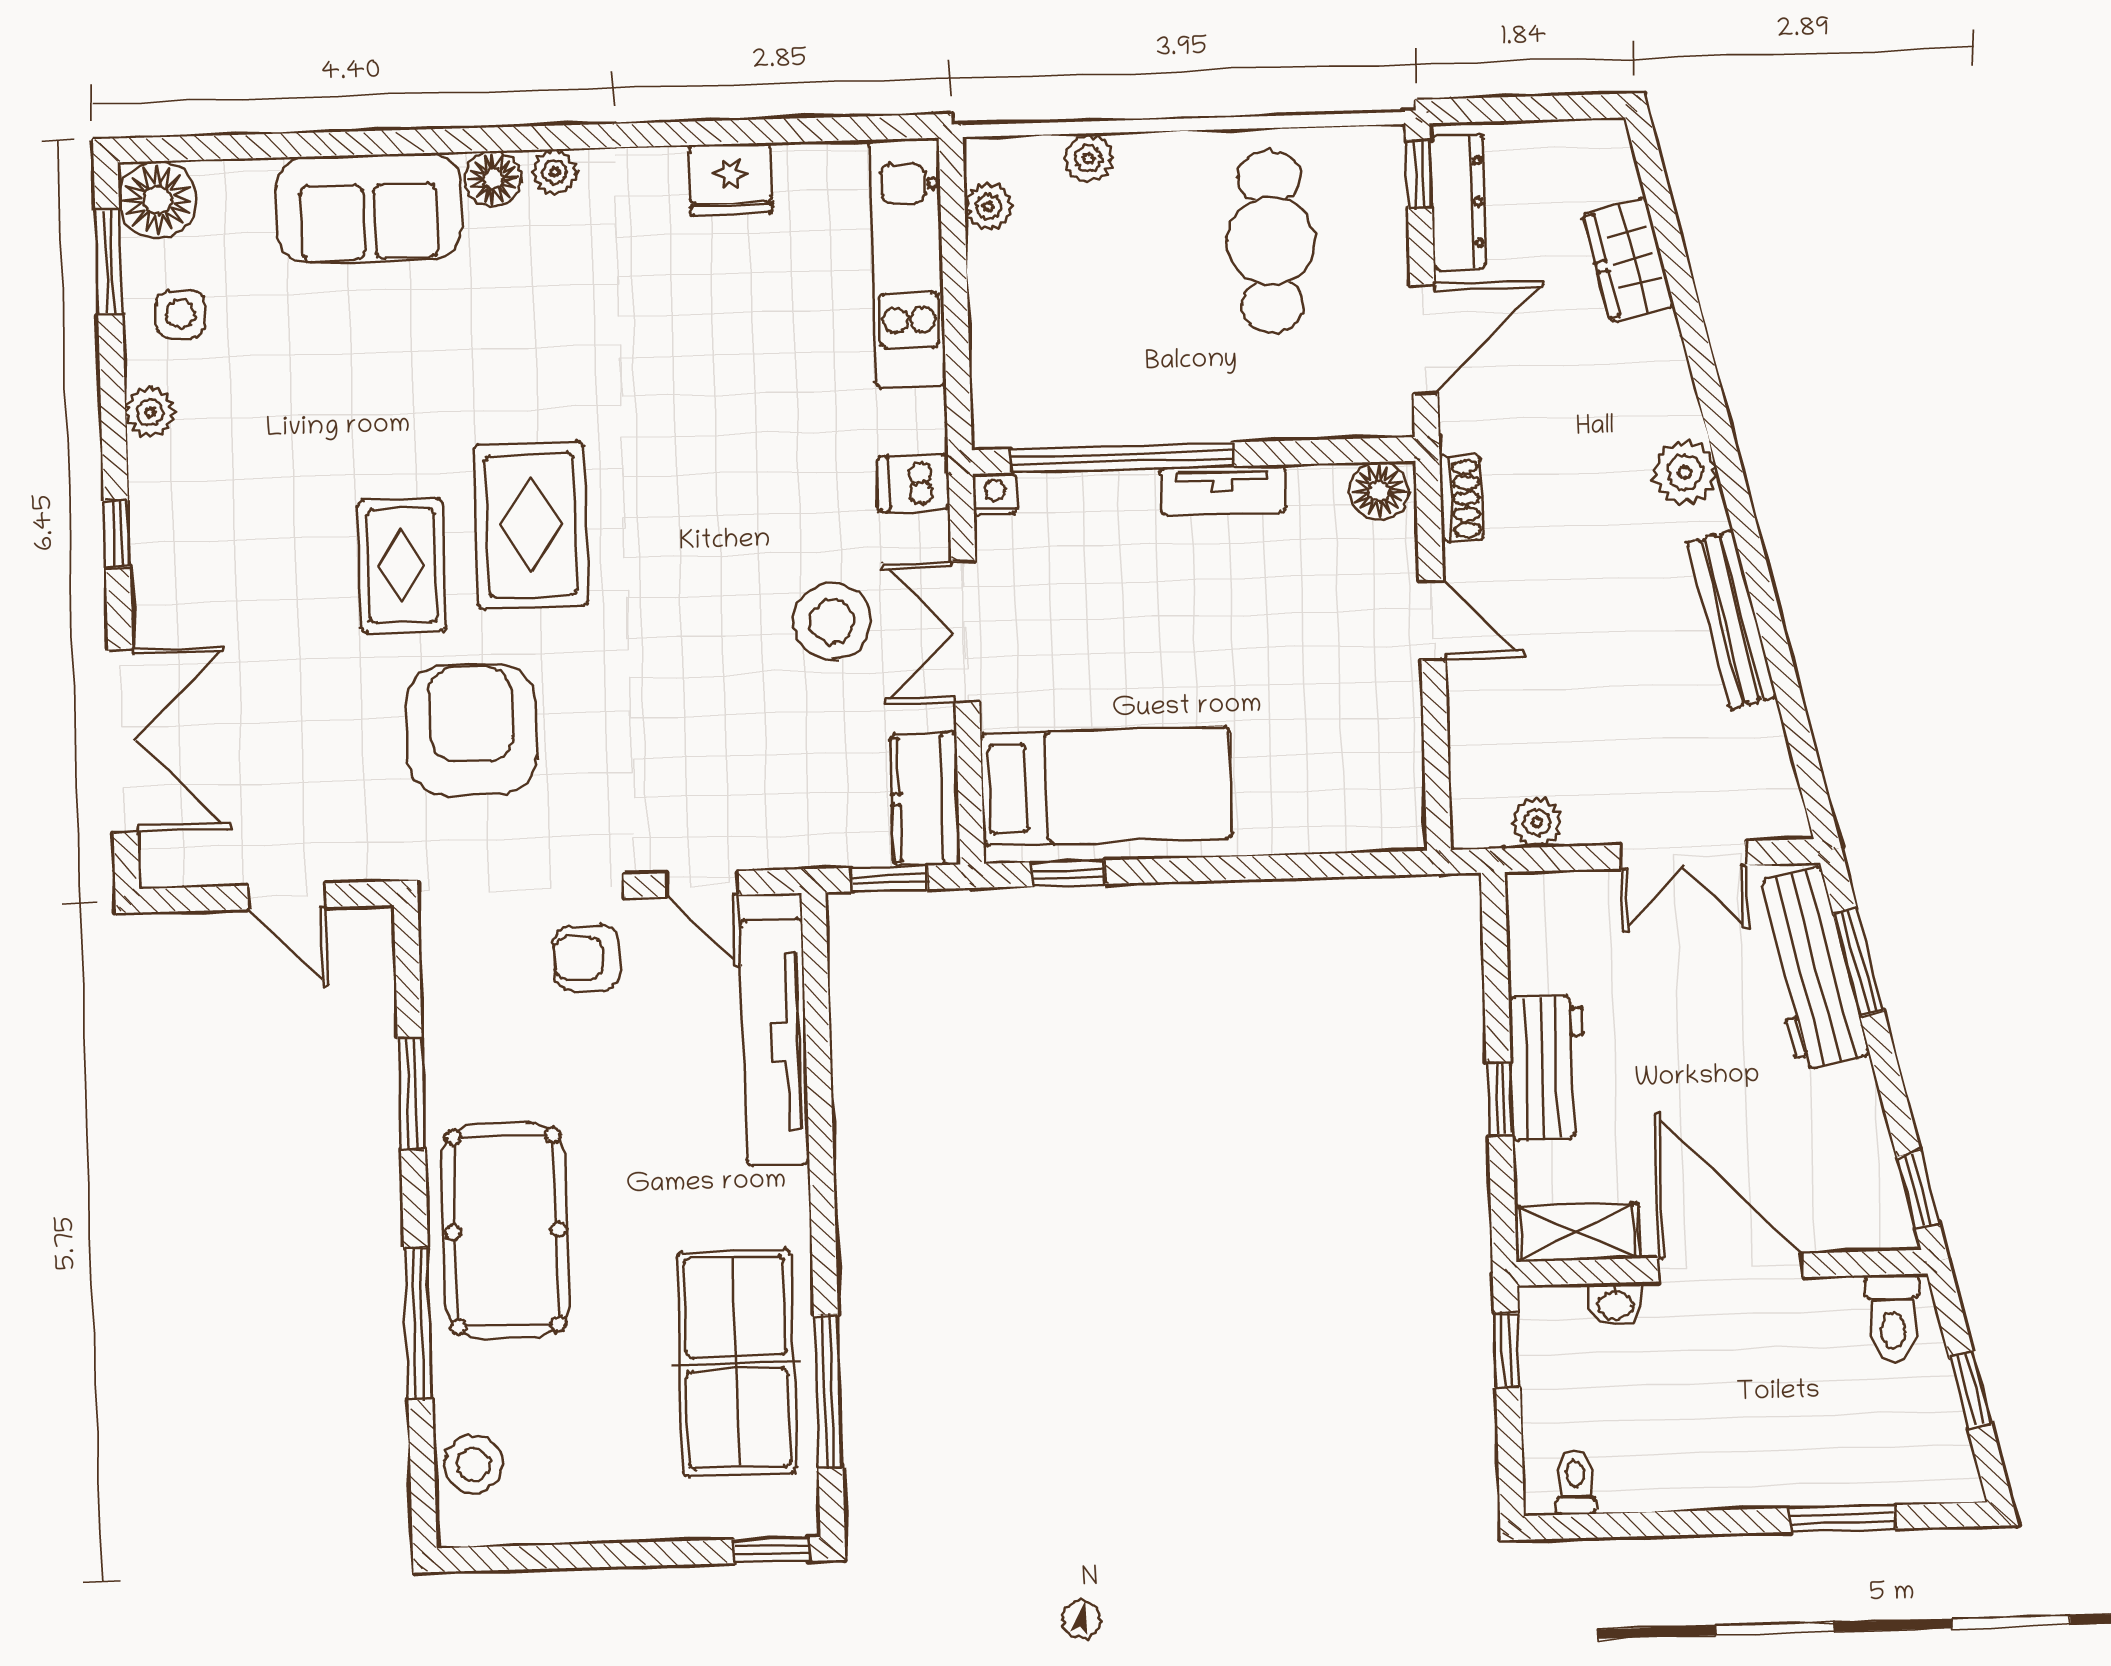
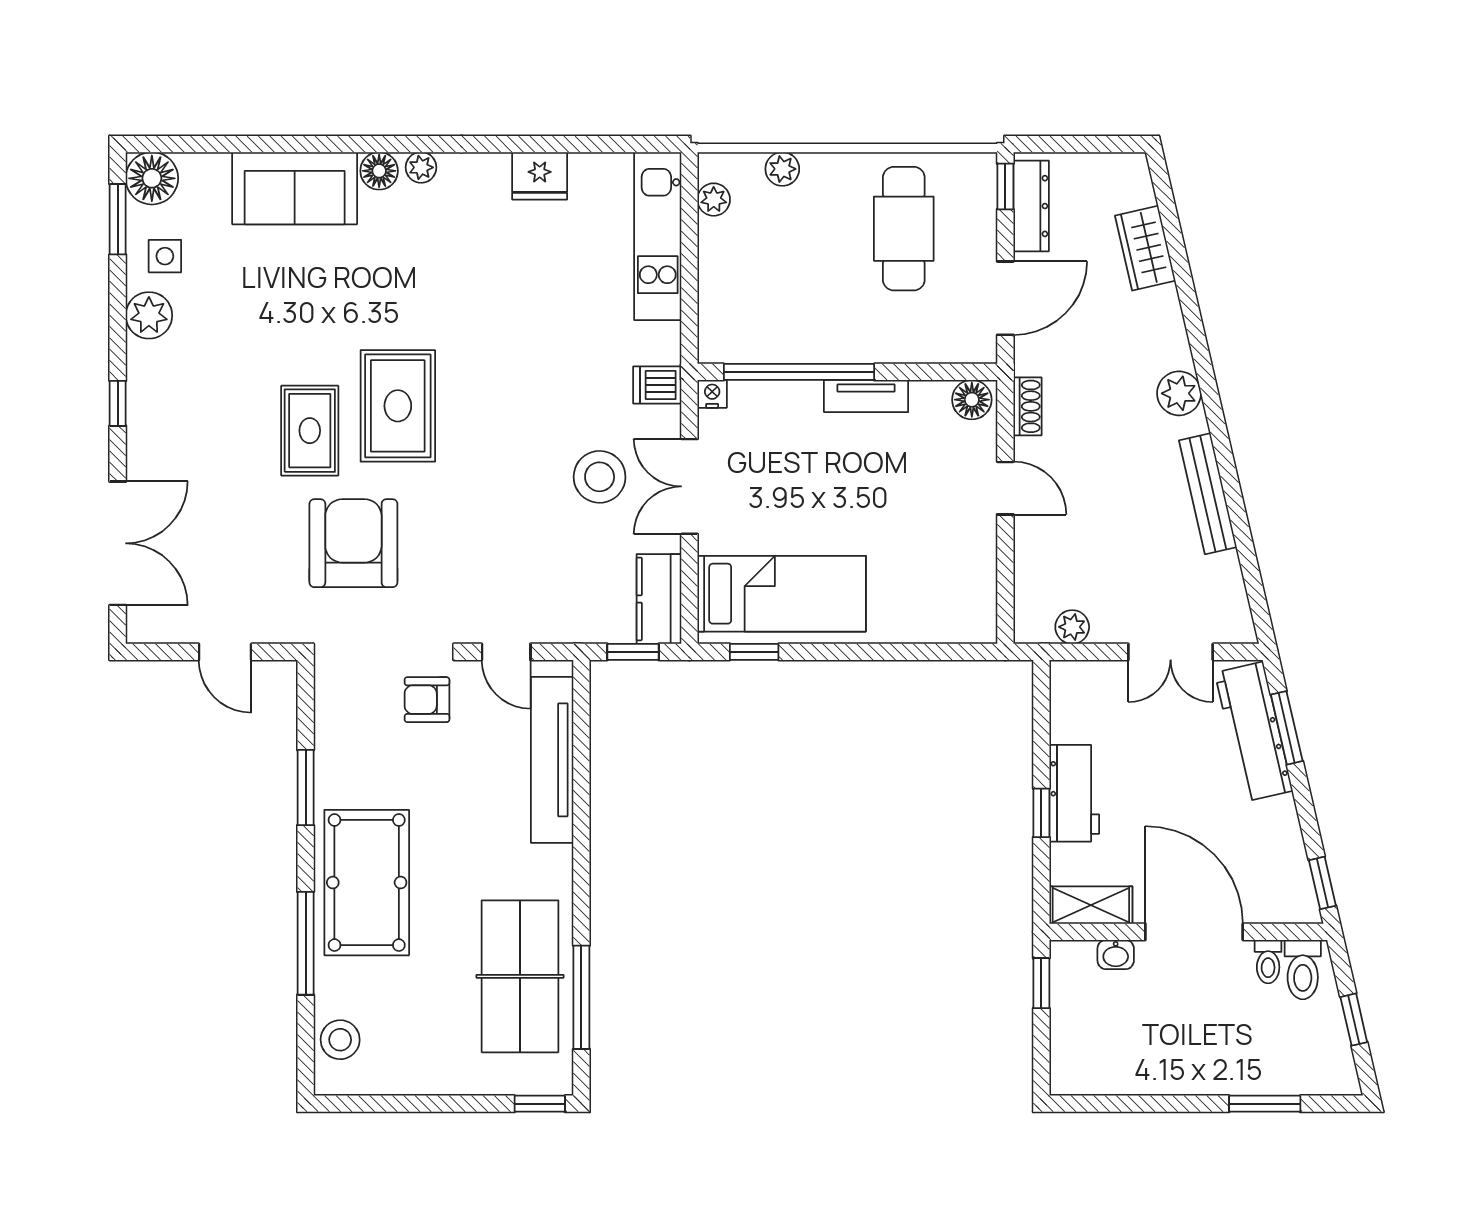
plant: (150, 412) -> (149, 315), width x1.38, depth x1.38
toilet: (1575, 1482) -> (1268, 962), moved, turned 180

